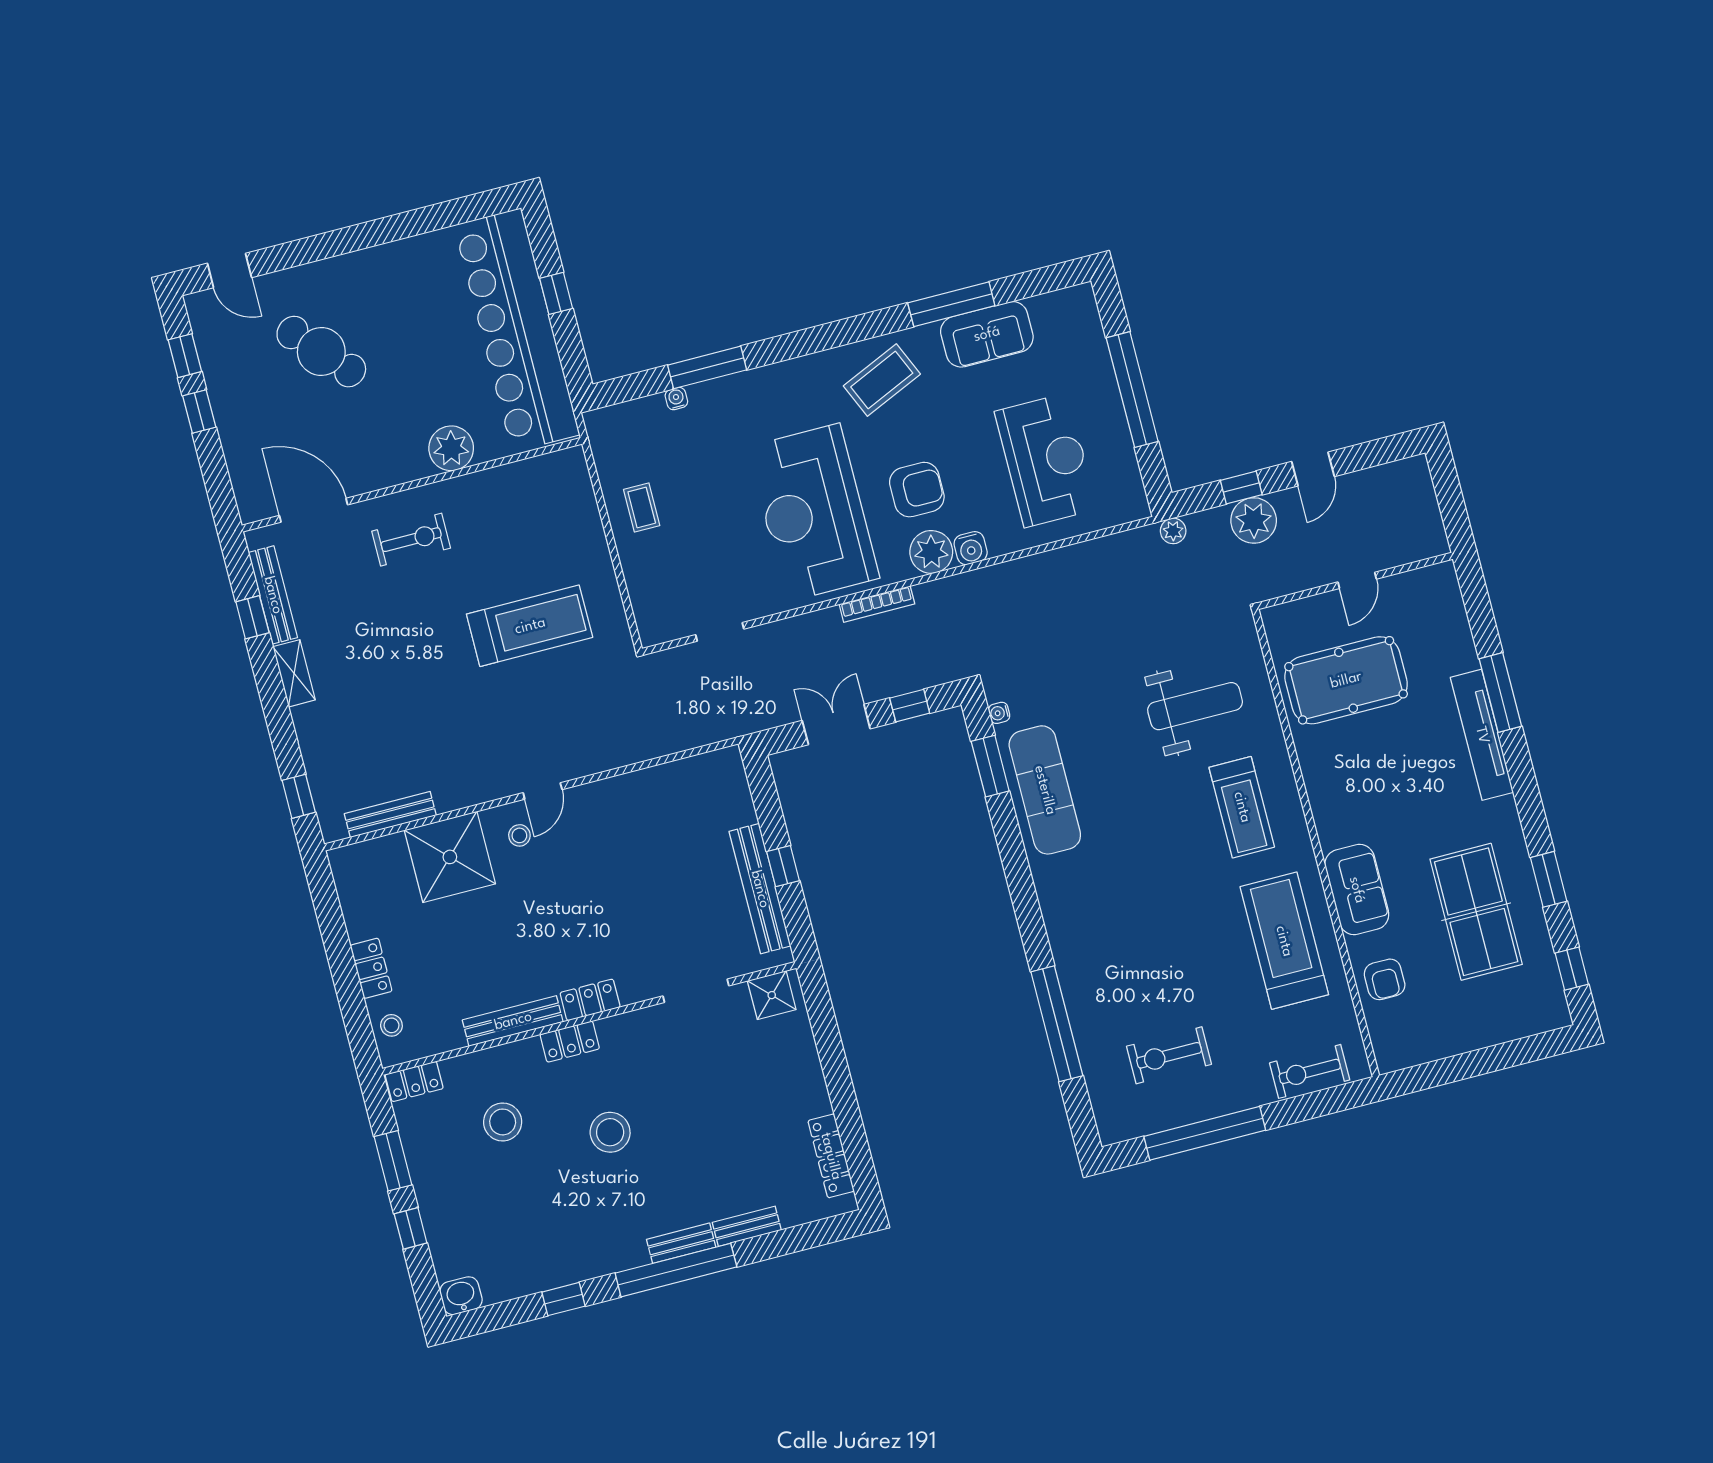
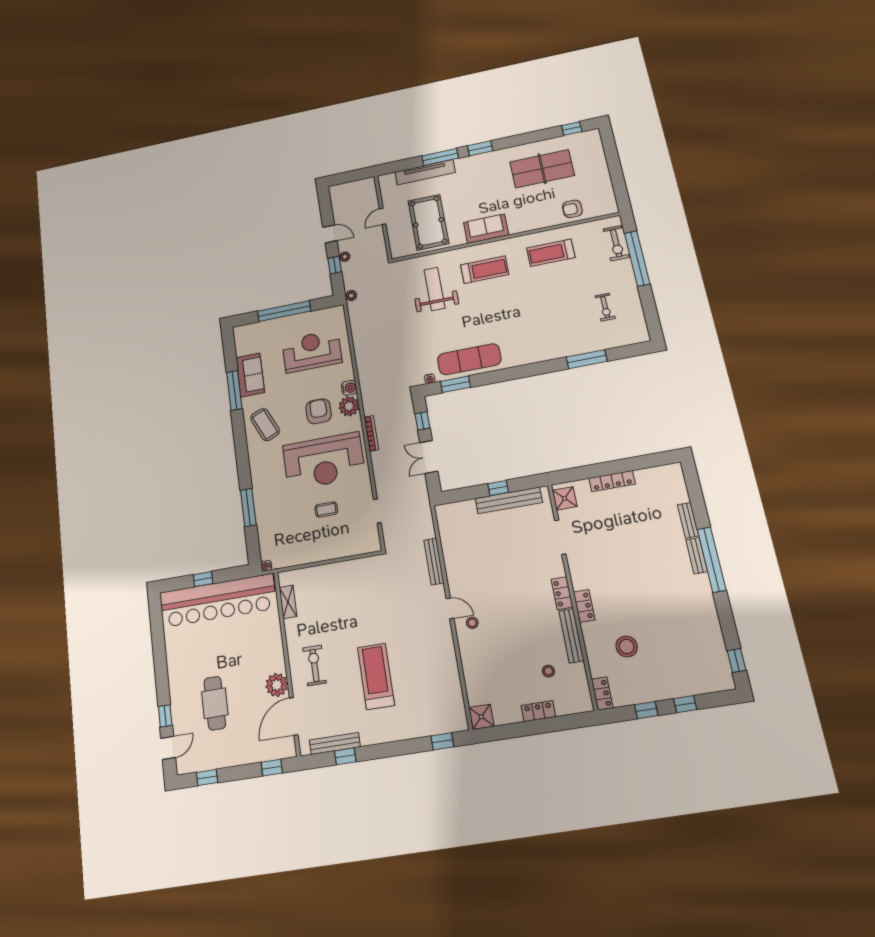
window: (287, 255) -> (165, 716), added
cafe table: (321, 352) -> (215, 703), turned -48
water cooler: (676, 399) -> (266, 566), moved
window: (199, 411) -> (272, 768), moved
plant: (451, 448) -> (277, 685), moved
coffee table: (642, 508) -> (326, 509), moved
plant: (1254, 520) -> (345, 257), width x0.53, depth x0.53
door: (1357, 580) -> (383, 216), swing flipped
treadmill: (530, 626) -> (376, 676), moved
shelving: (294, 673) -> (288, 602), moved, turned 90
tv unit: (1482, 735) -> (425, 172), moved
bench: (390, 815) -> (434, 561), moved
shower: (450, 857) -> (481, 717), moved, width x0.54, depth x0.54
window: (1549, 879) -> (480, 148), moved
sofa: (1357, 890) -> (486, 229), moved
treadmill: (1284, 941) -> (551, 253), width x0.73, depth x0.73
armchair: (1385, 979) -> (572, 209), turned 180
window: (1057, 1024) -> (587, 359), width x0.68
stool: (391, 1025) -> (548, 671), moved
exercise bike: (1169, 1055) -> (605, 307), width x0.73, depth x0.72
stool: (610, 1132) -> (634, 589), removed
window: (1205, 1133) -> (637, 258), moved
locker: (831, 1156) -> (612, 481), moved
window: (393, 1161) -> (646, 710), width x0.67
washbasin: (461, 1296) -> (724, 679), removed
window: (564, 1299) -> (737, 660), moved

